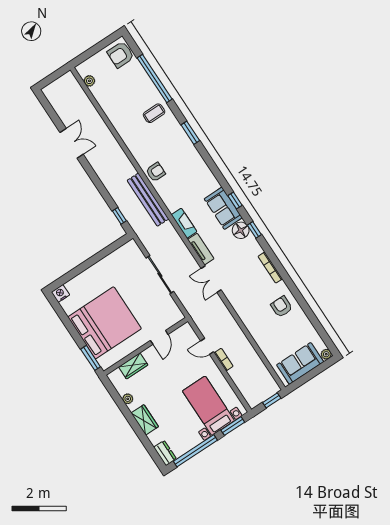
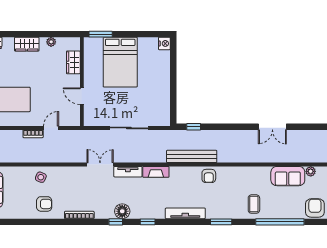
tv unit: (204, 171) -> (185, 213), added
sofa: (223, 208) -> (288, 176), moved, turned 180
bed: (104, 323) -> (120, 62), width x0.73
side table: (259, 326) -> (41, 177), added

